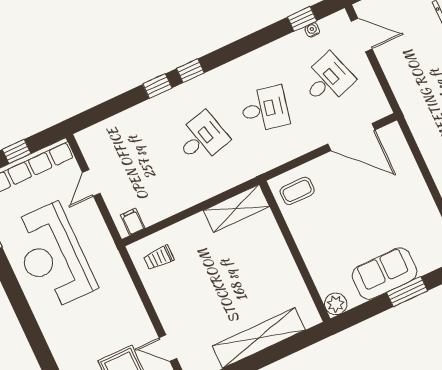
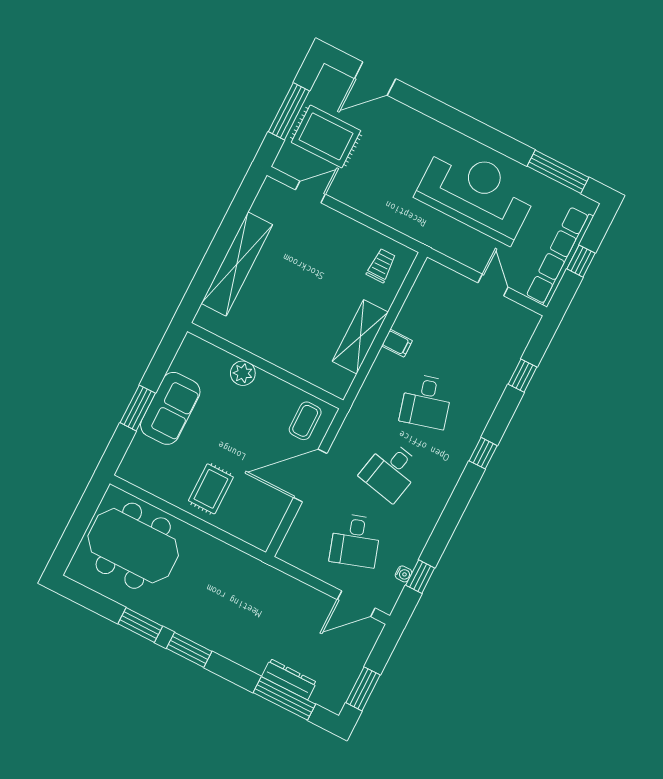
window: (157, 86) -> (523, 376), moved
door: (351, 137) -> (310, 476), moved
rug: (400, 195) -> (211, 489), added
shelving: (236, 208) -> (360, 337), moved
filing cabinet: (133, 222) -> (397, 343), moved
plant: (336, 304) -> (243, 373), moved

